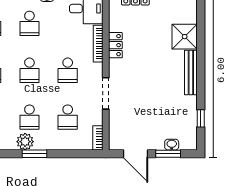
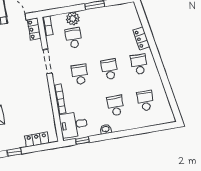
locker: (115, 45) -> (34, 29), moved
school desk: (29, 117) -> (103, 33), removed
plant: (25, 142) -> (73, 19), moved

